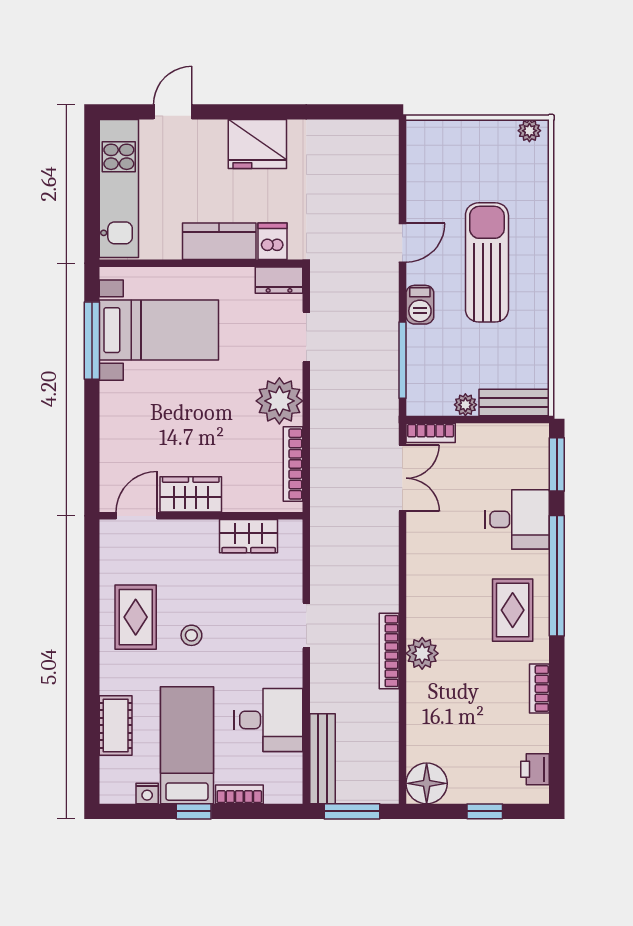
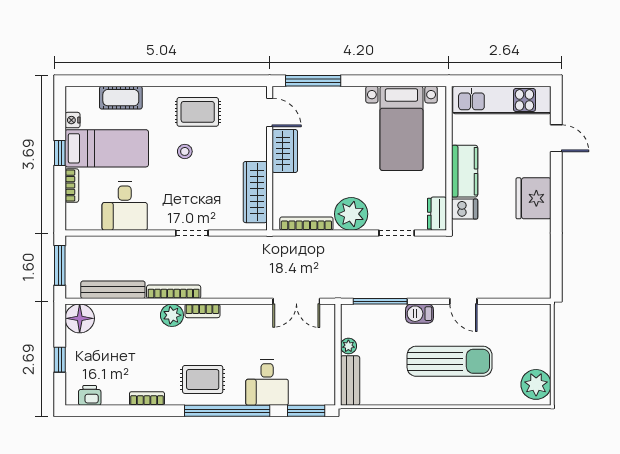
plant: (529, 131) -> (536, 384), width x1.87, depth x1.87
window: (92, 341) -> (313, 81), moved
bookcase: (431, 433) -> (202, 311), moved, turned -90
wardrobe: (249, 536) -> (255, 192), width x1.50
bench: (323, 759) -> (113, 290), moved

